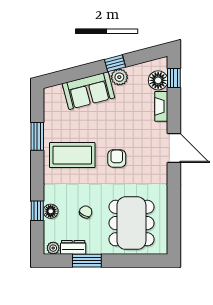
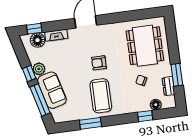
window: (78, 73) -> (40, 100), added
floor lamp: (51, 211) -> (156, 105), moved
dining table: (131, 223) -> (145, 46), turned 90
plant: (53, 248) -> (171, 101), removed

